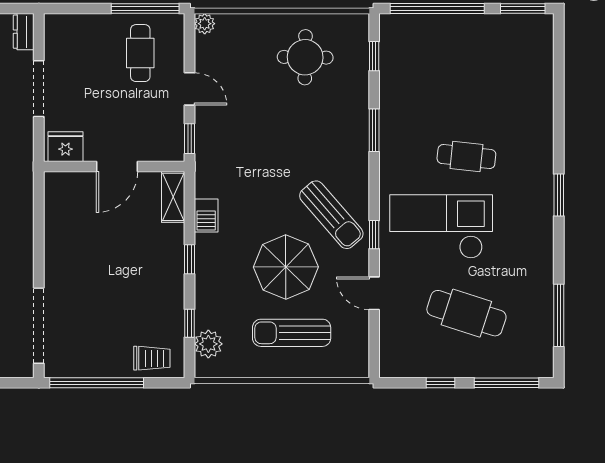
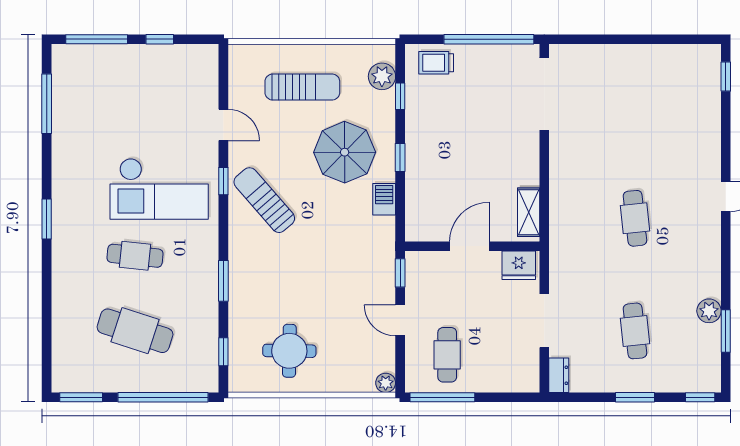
shelving: (173, 197) -> (529, 212), moved
parasol: (286, 267) -> (345, 152), moved
cafe table: (466, 313) -> (135, 331), moved

